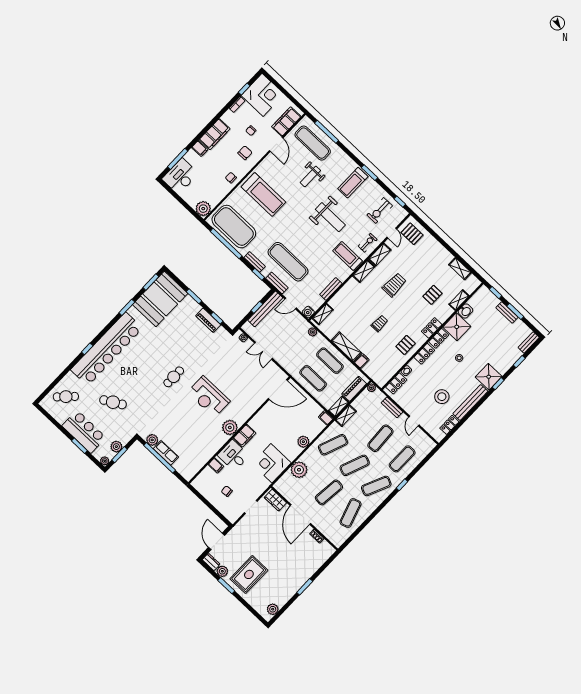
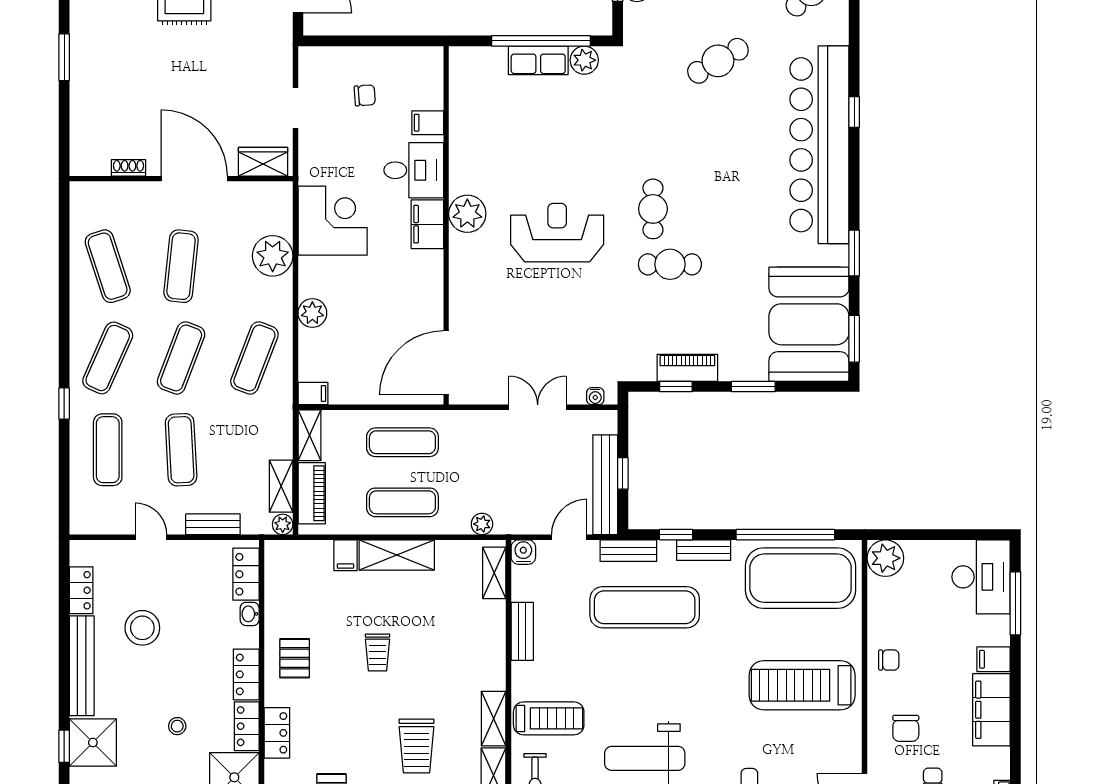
cafe table: (184, 356) -> (670, 264), added
shelving: (346, 416) -> (281, 486), moved

